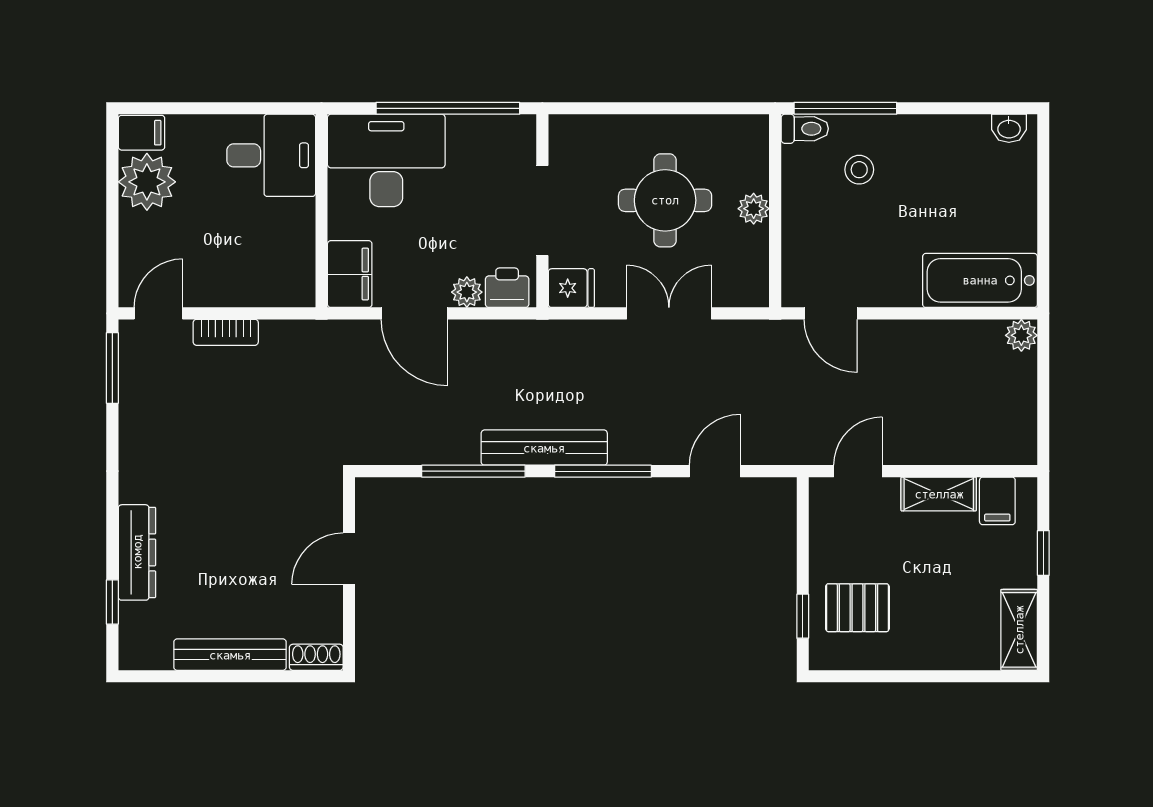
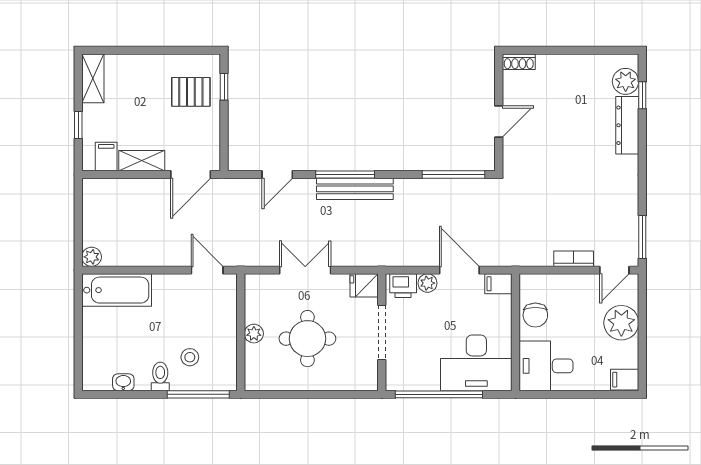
washbasin: (1009, 128) -> (123, 382), moved
toilet: (805, 129) -> (160, 376), moved, turned 90
plant: (147, 182) -> (621, 323), moved
chair: (289, 239) -> (535, 315), added
filing cabinet: (350, 274) -> (498, 284), width x0.50
double door: (669, 313) -> (305, 270), swing flipped
bench: (544, 448) -> (355, 189), moved
window: (473, 471) -> (454, 175), moved
door: (858, 471) -> (191, 175), width x1.38
plant: (140, 625) -> (626, 81), added
bench: (230, 655) -> (571, 63), removed

